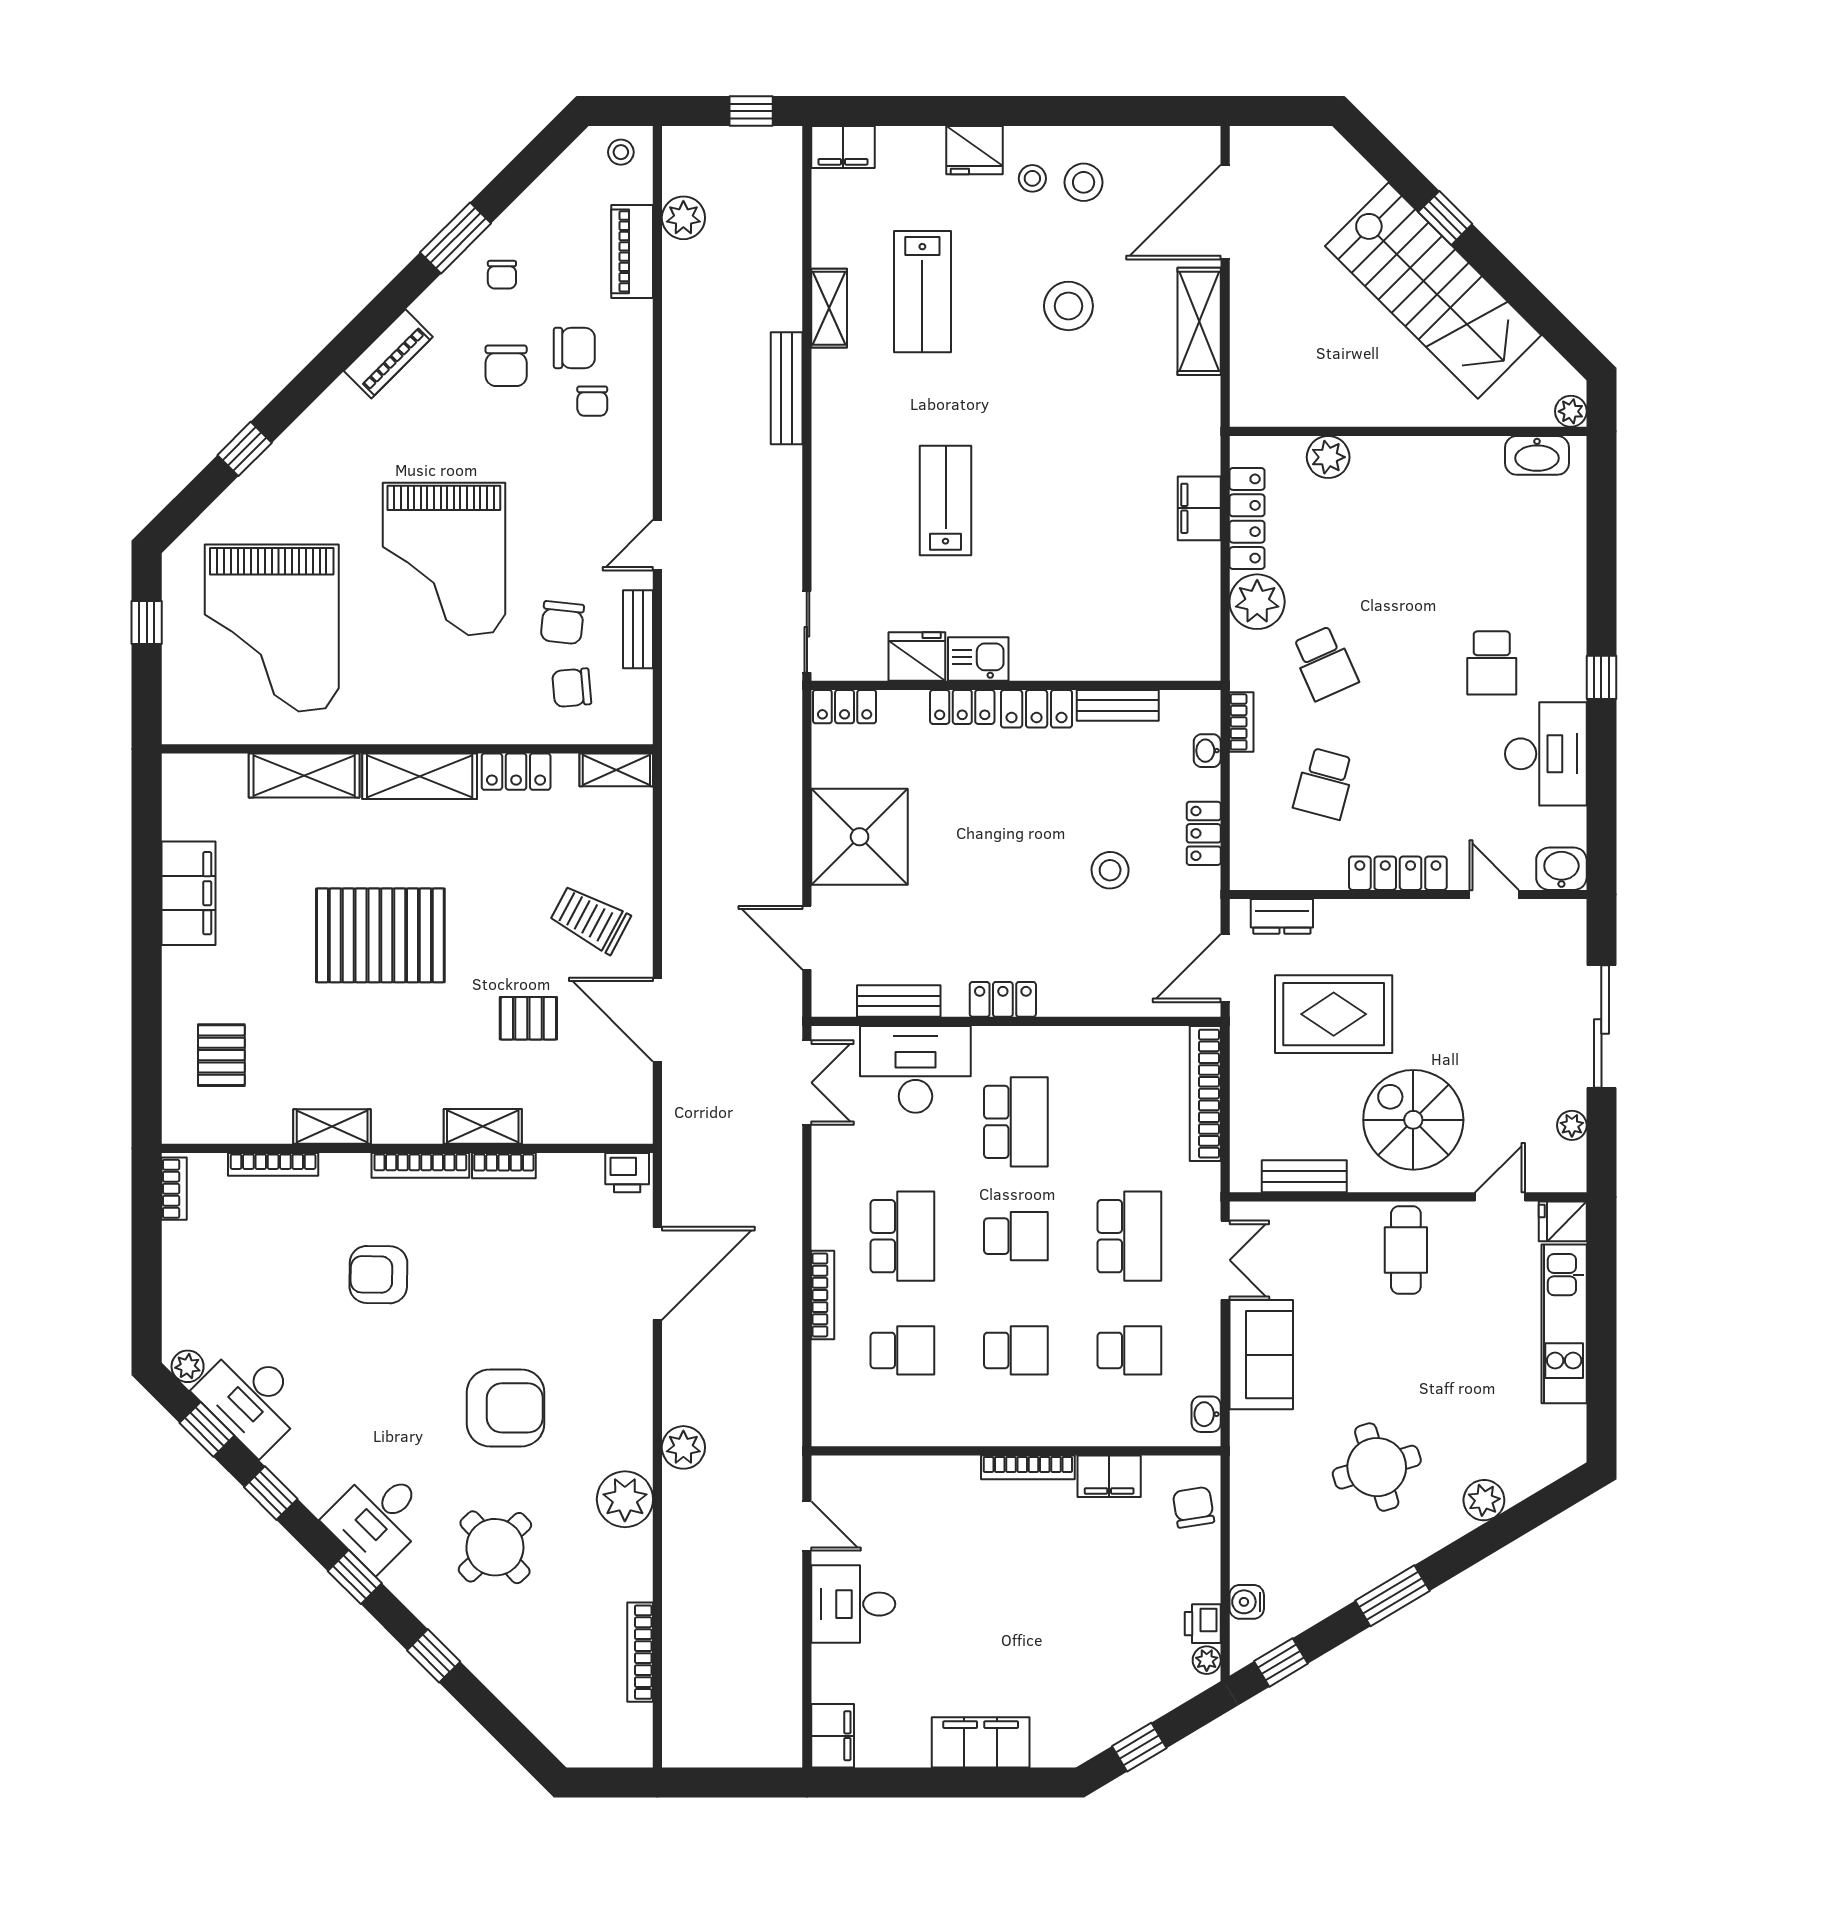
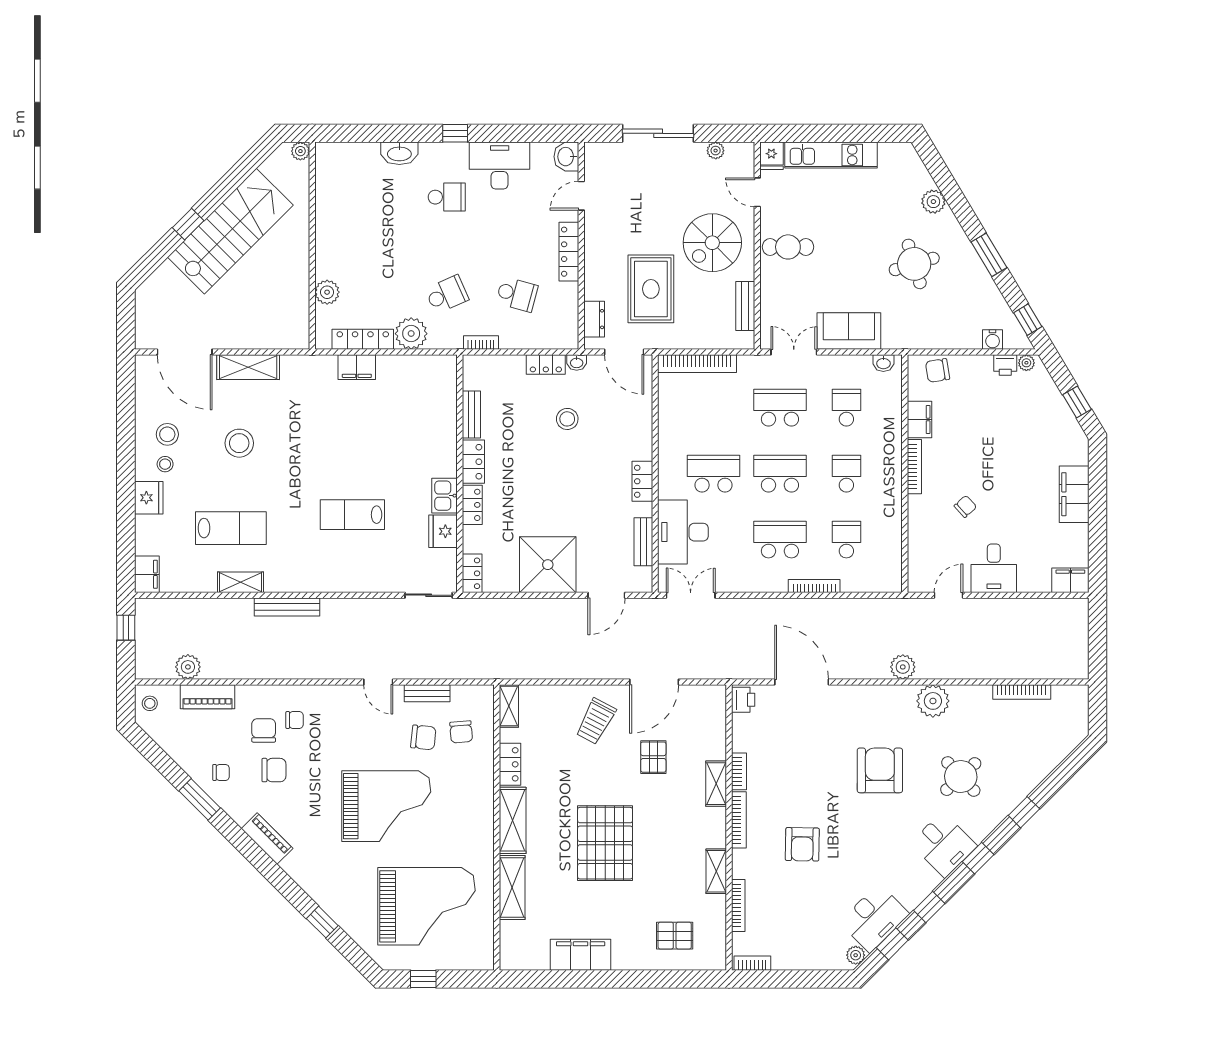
washbasin: (1537, 455) -> (399, 153), moved, turned 90
washbasin: (1207, 751) -> (577, 362), moved
school desk: (1016, 1236) -> (780, 474), width x1.85
chair: (960, 1555) -> (965, 506), added

